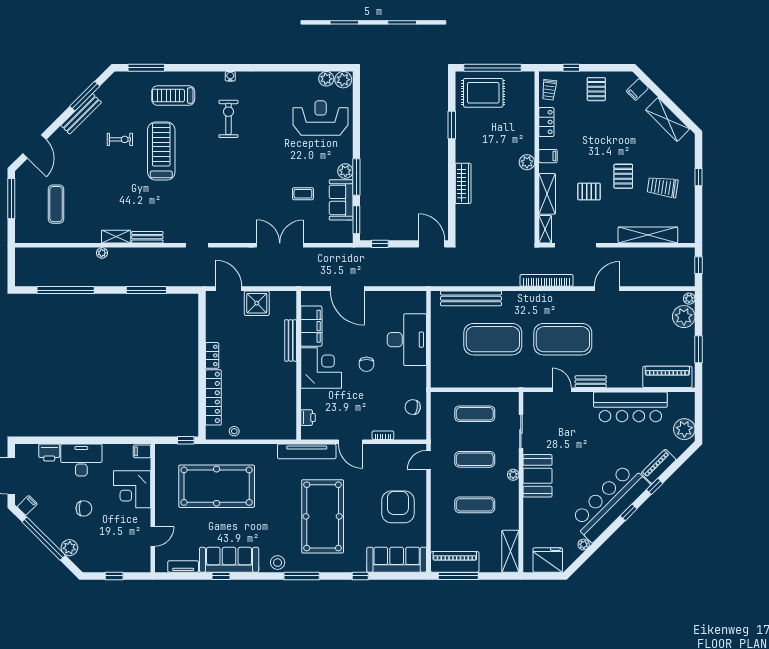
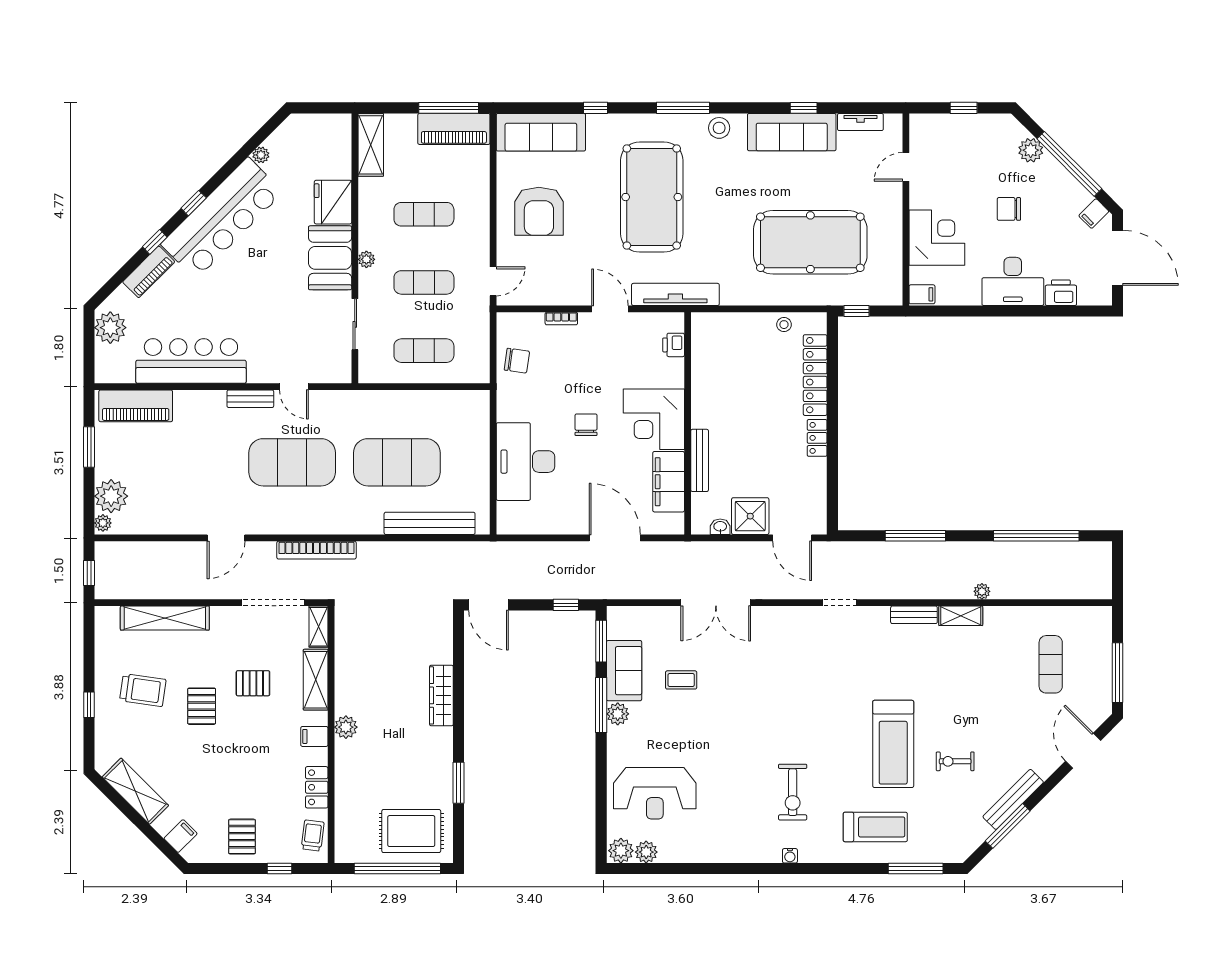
washbasin: (277, 296) -> (720, 527), added
fridge: (548, 560) -> (333, 202), moved, turned 90

